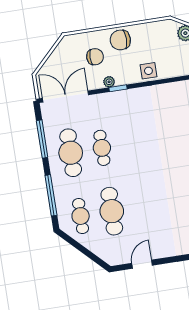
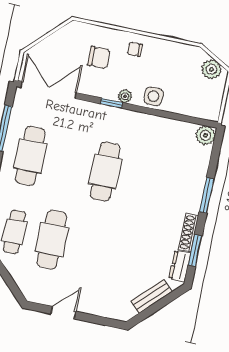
chair: (120, 40) -> (135, 49), width x0.54, depth x0.54
plant: (109, 82) -> (125, 96), moved
cafe table: (102, 148) -> (105, 171), moved, width x1.37, depth x1.35

